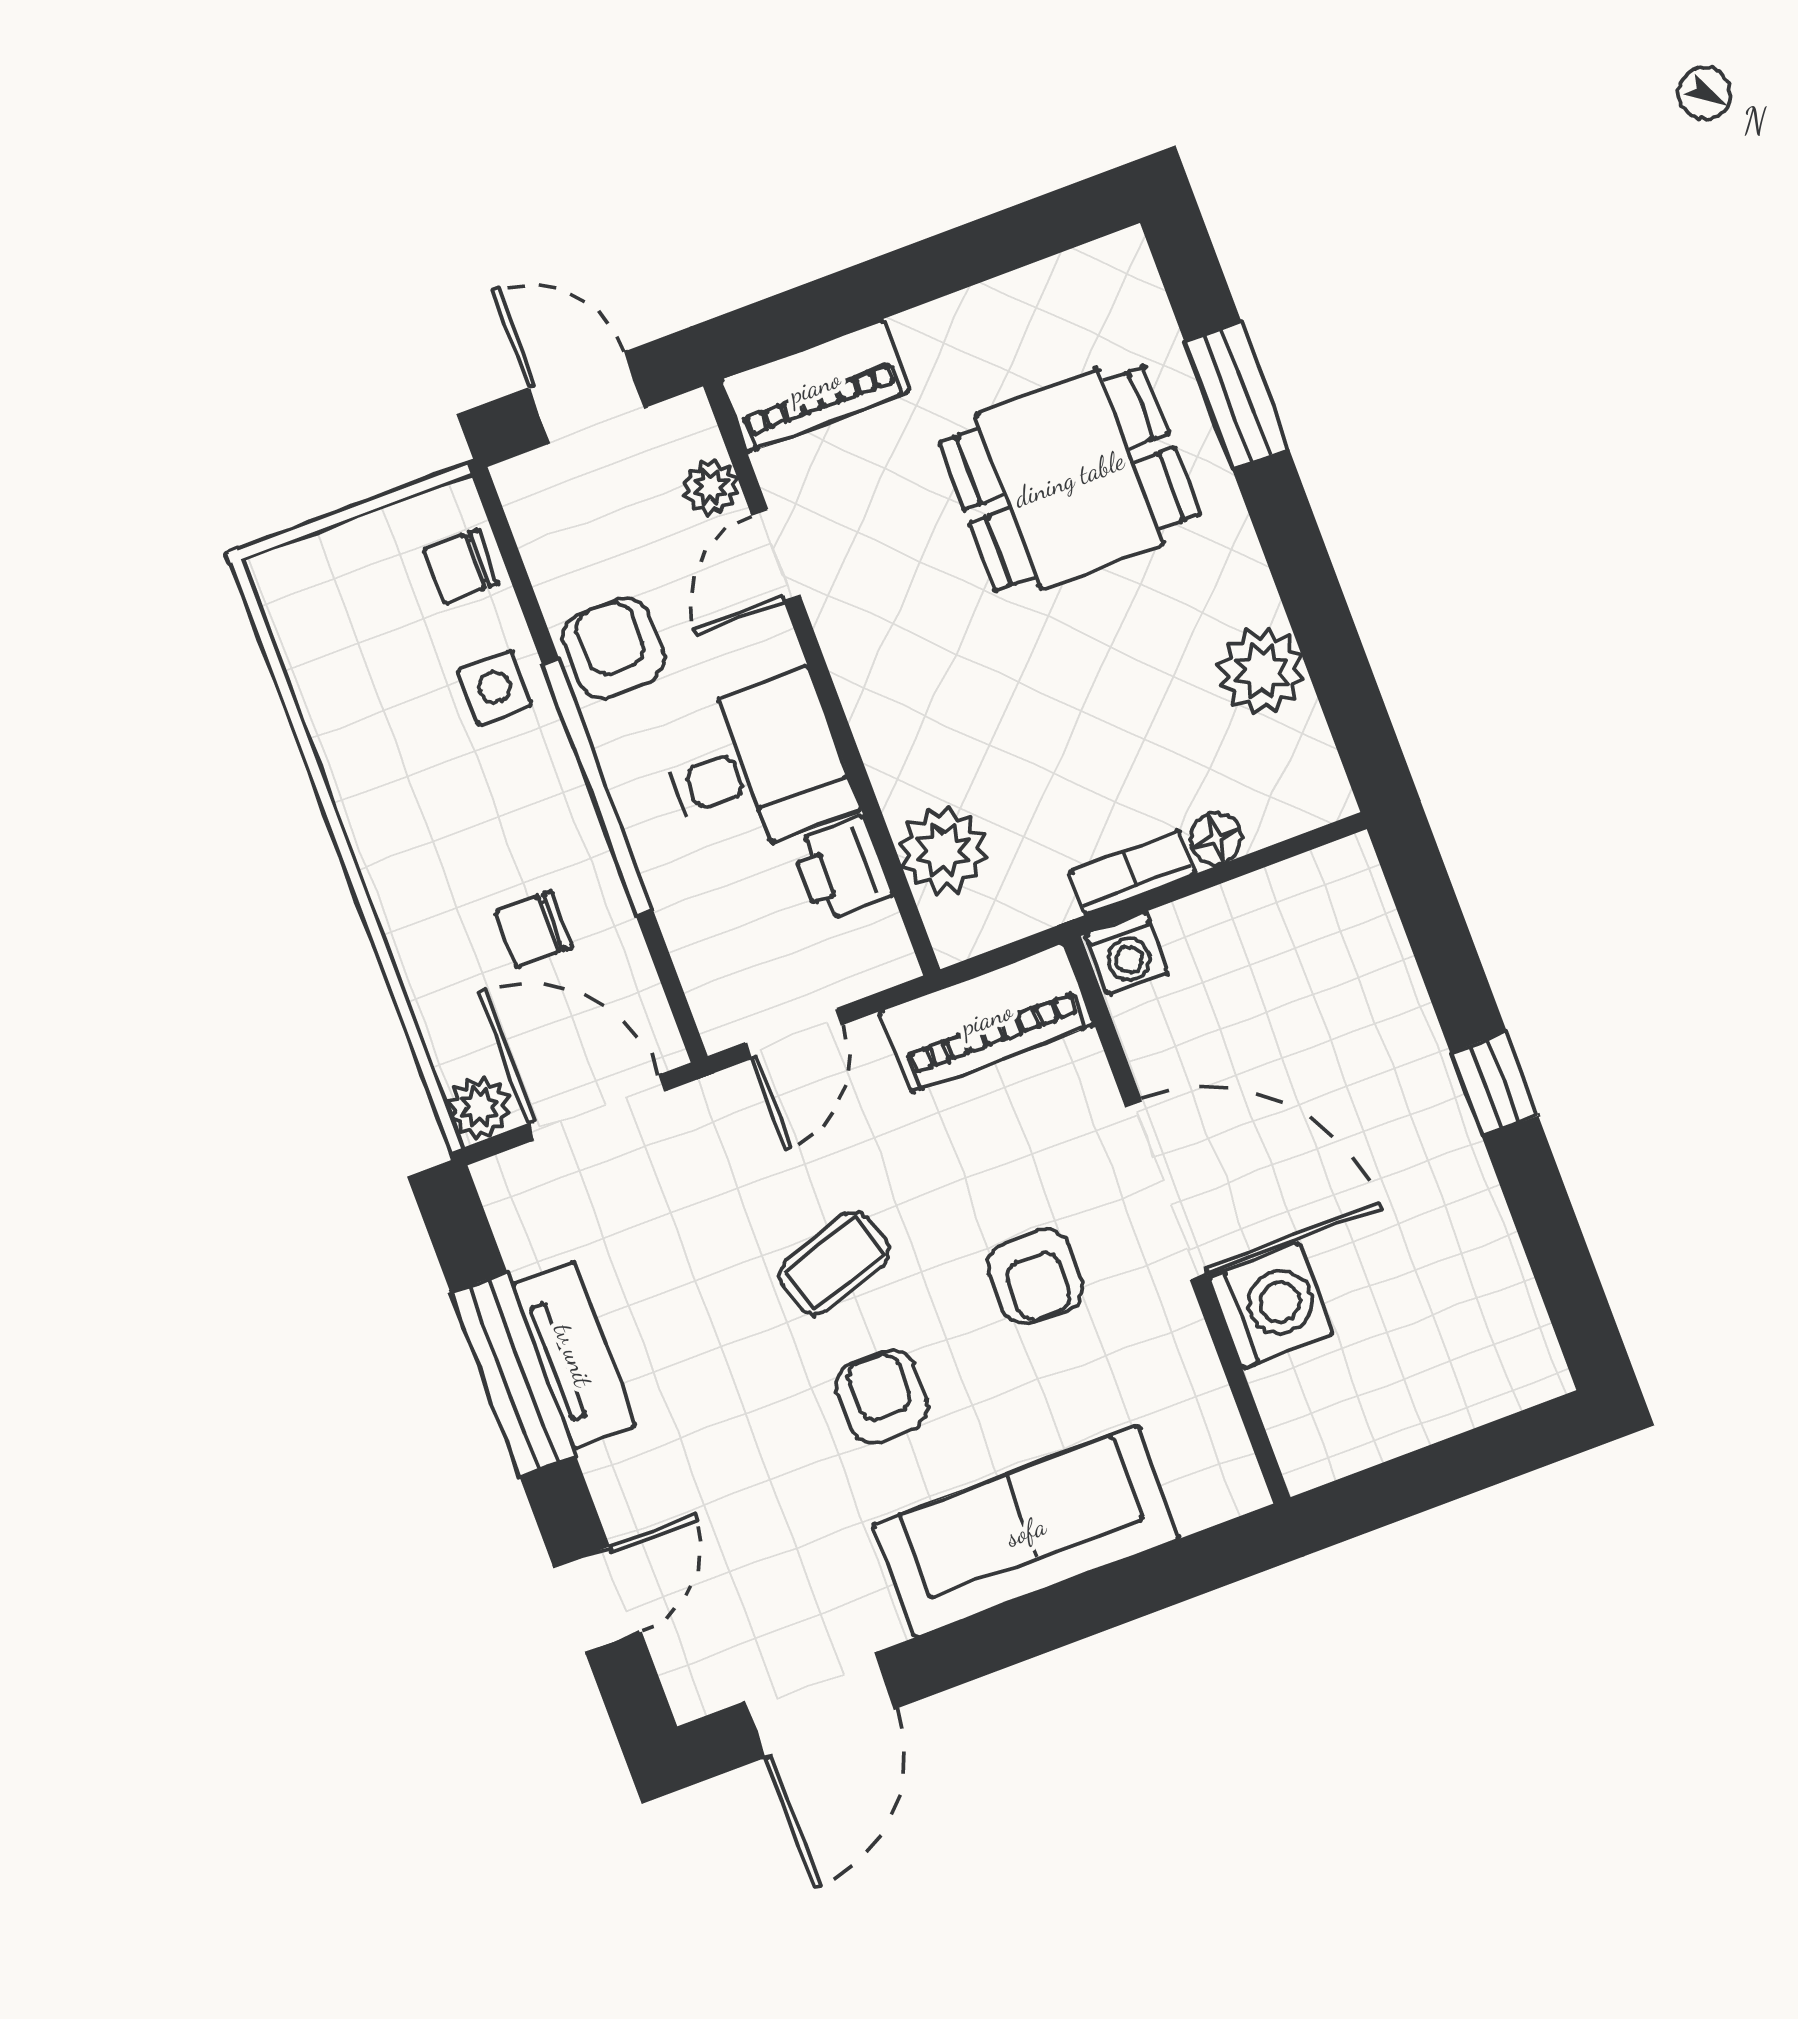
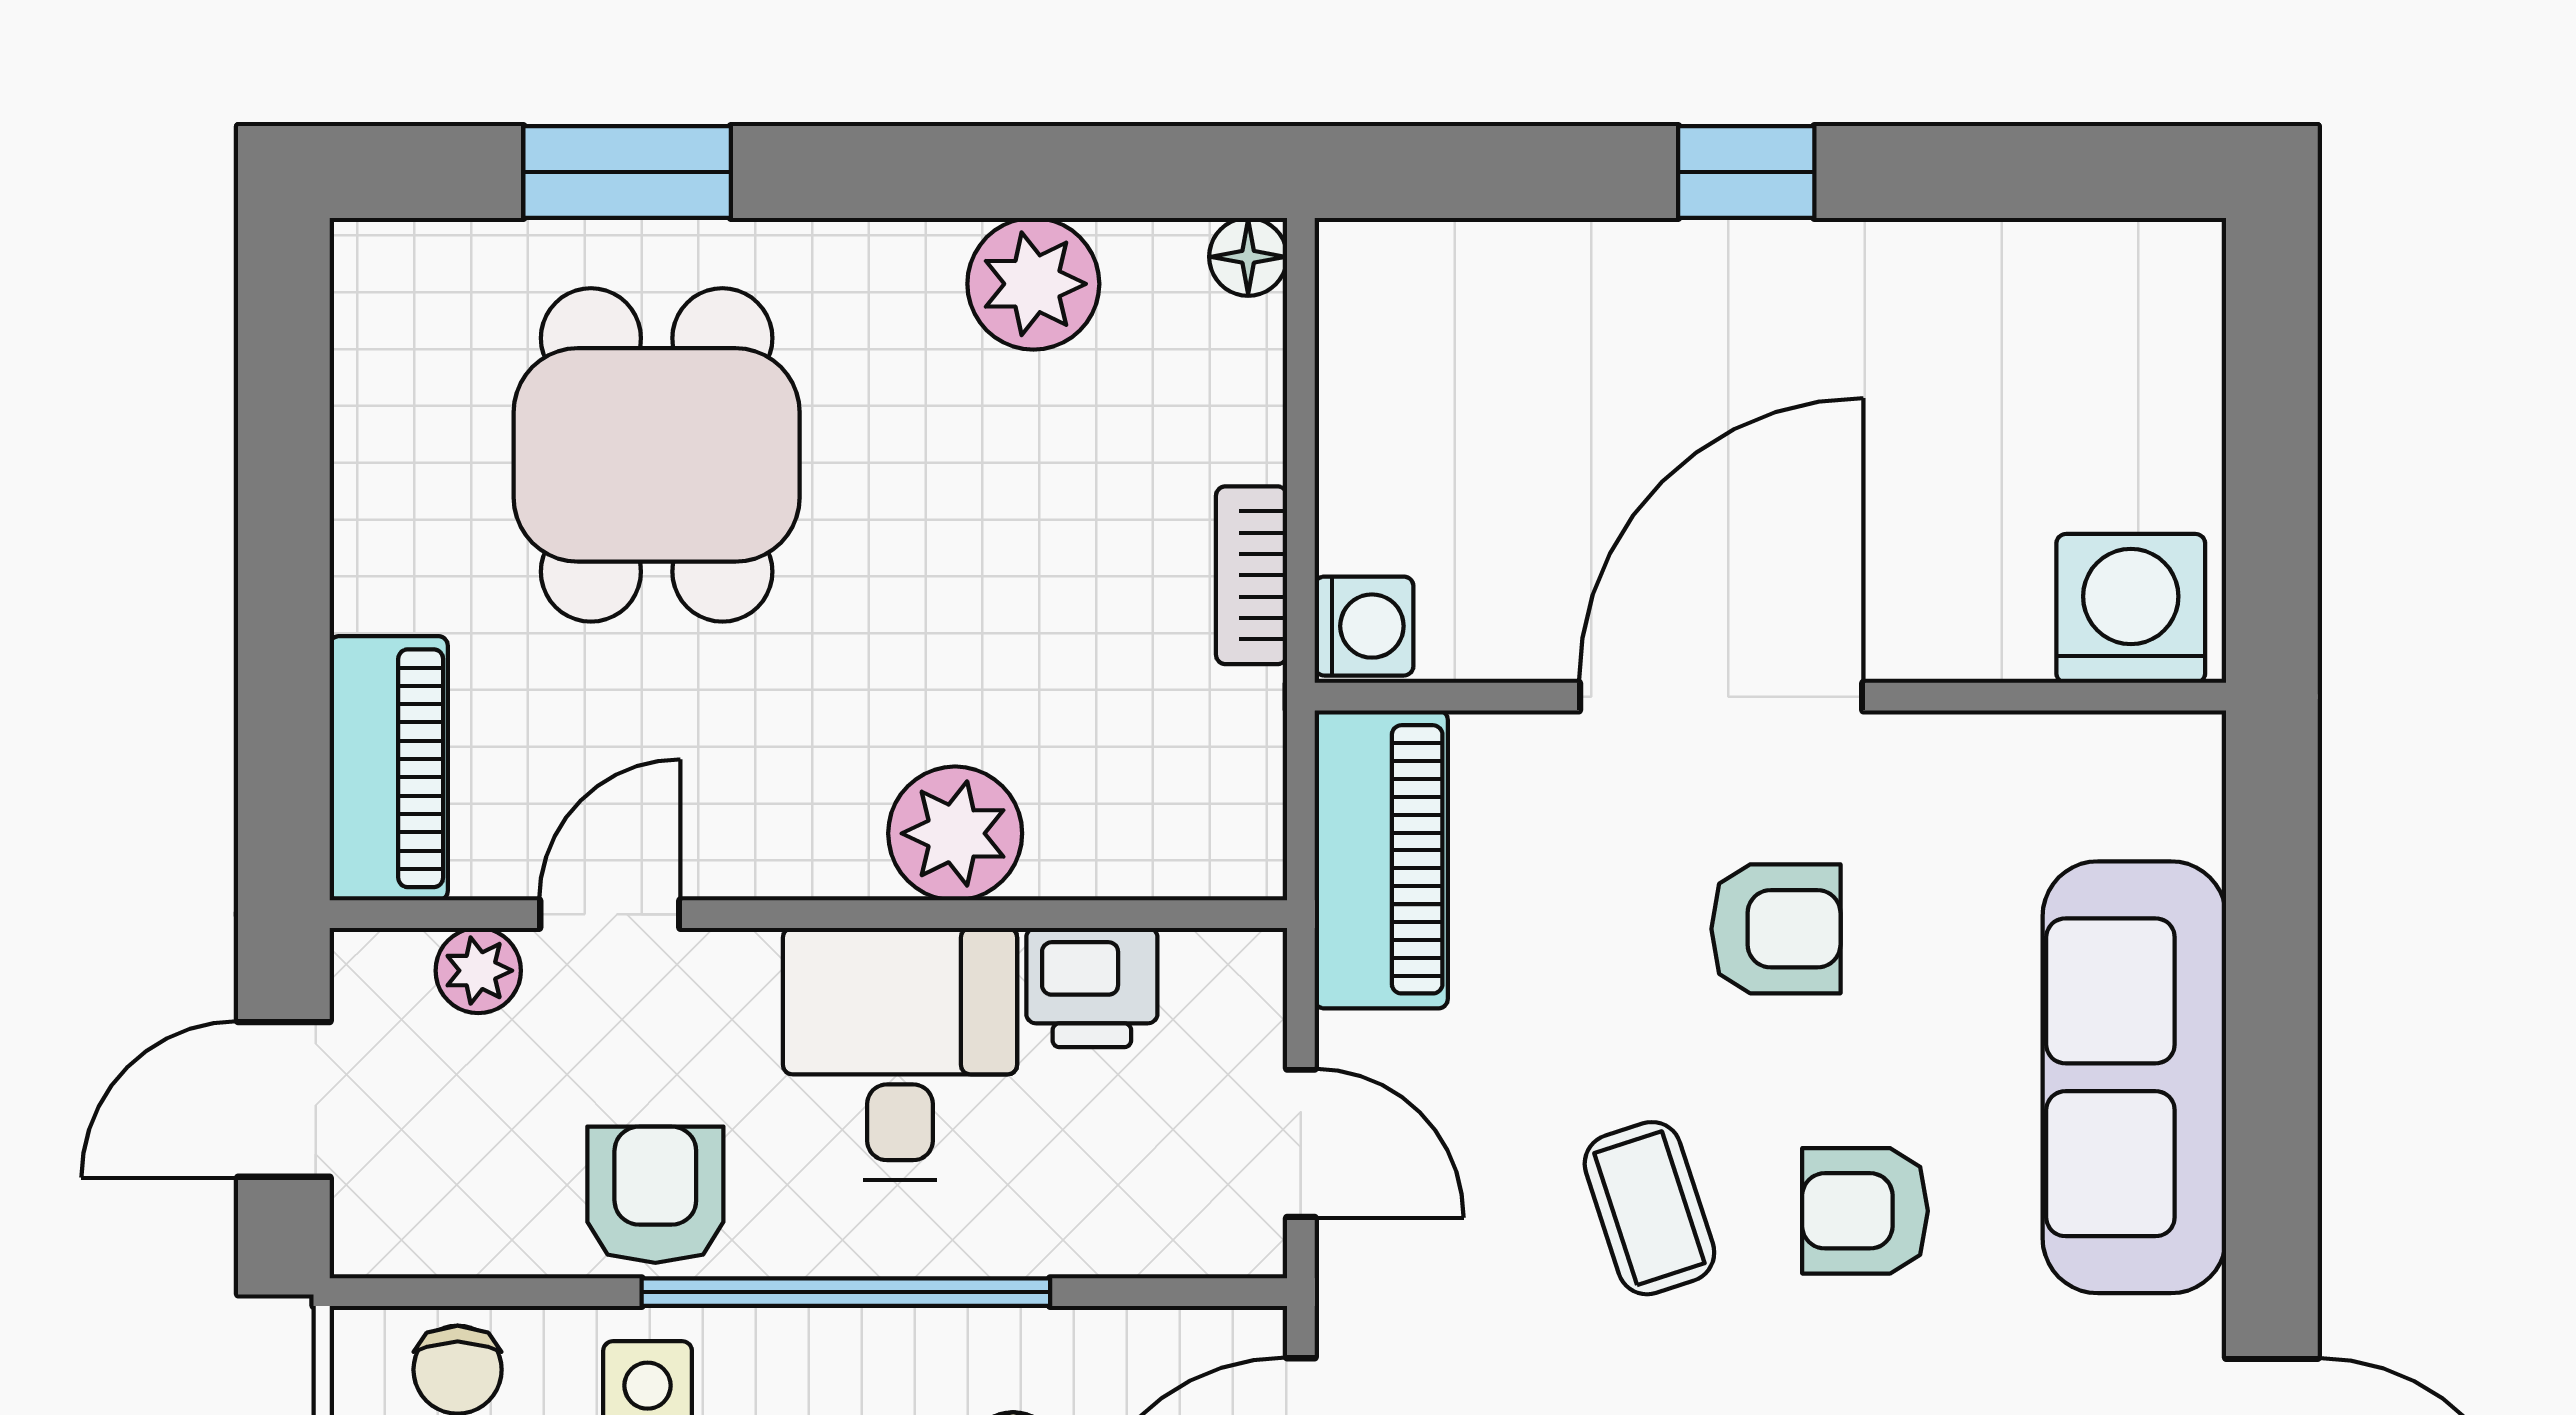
door: (776, 555) -> (610, 914), swing flipped
armchair: (614, 648) -> (655, 1195), turned 90
floor lamp: (1216, 839) -> (1248, 257), moved
plant: (943, 851) -> (955, 833), moved
washing machine: (1271, 1306) -> (2131, 608), moved

